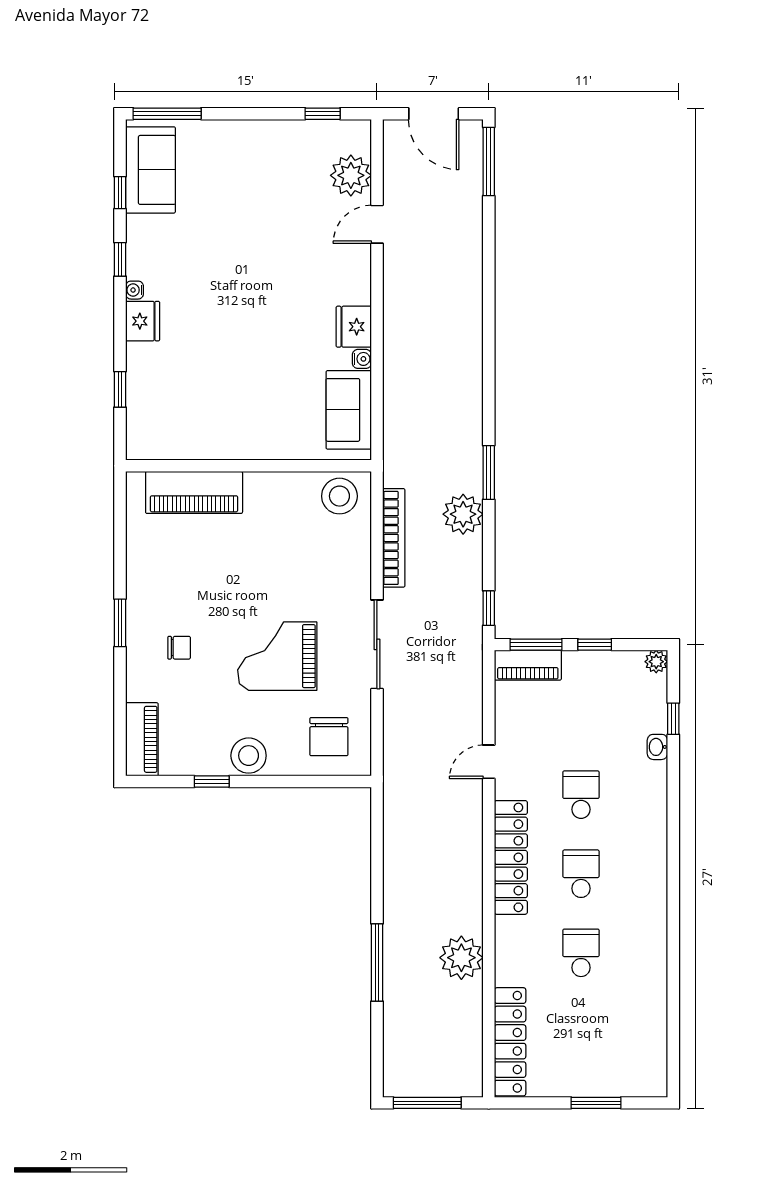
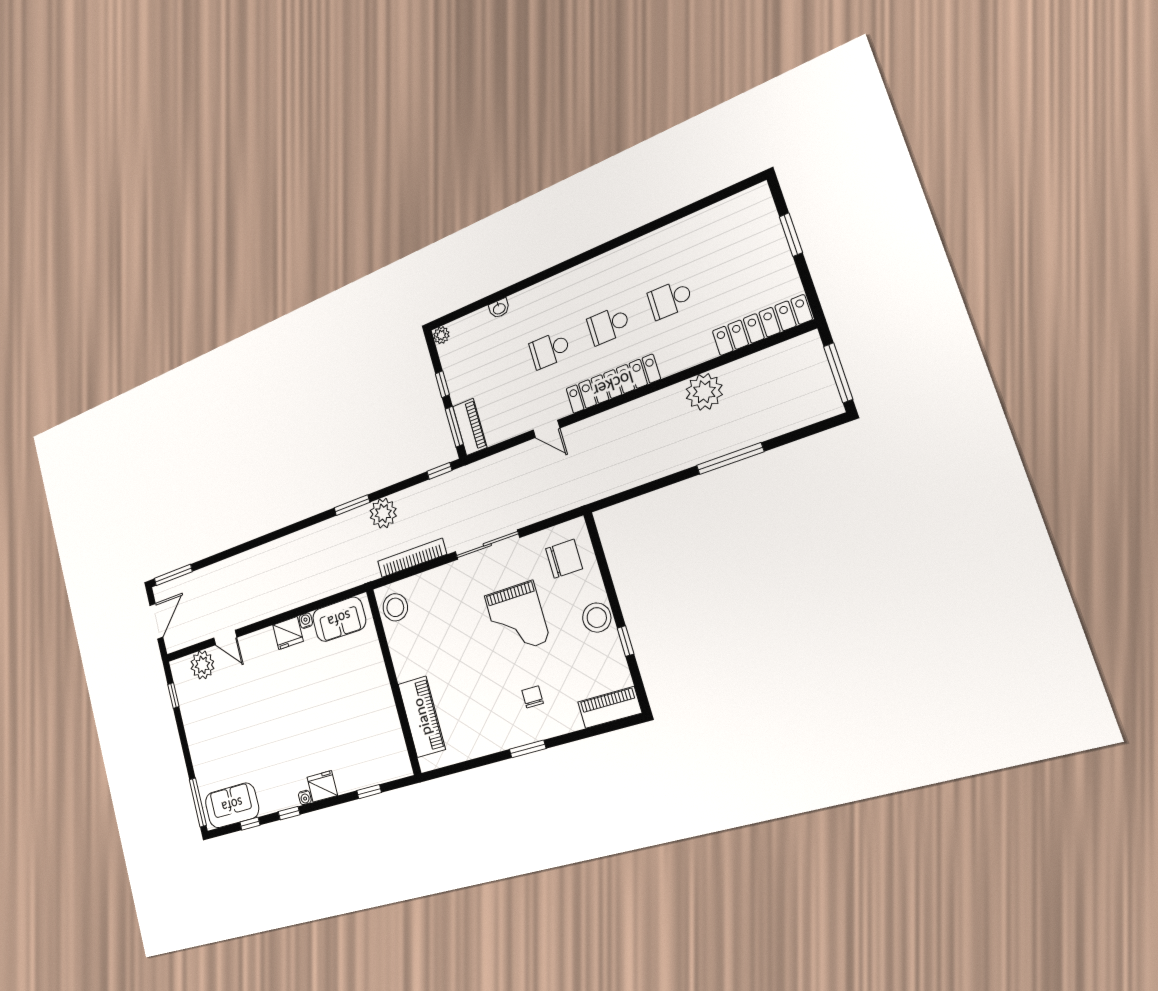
window: (673, 719) -> (476, 306), removed

